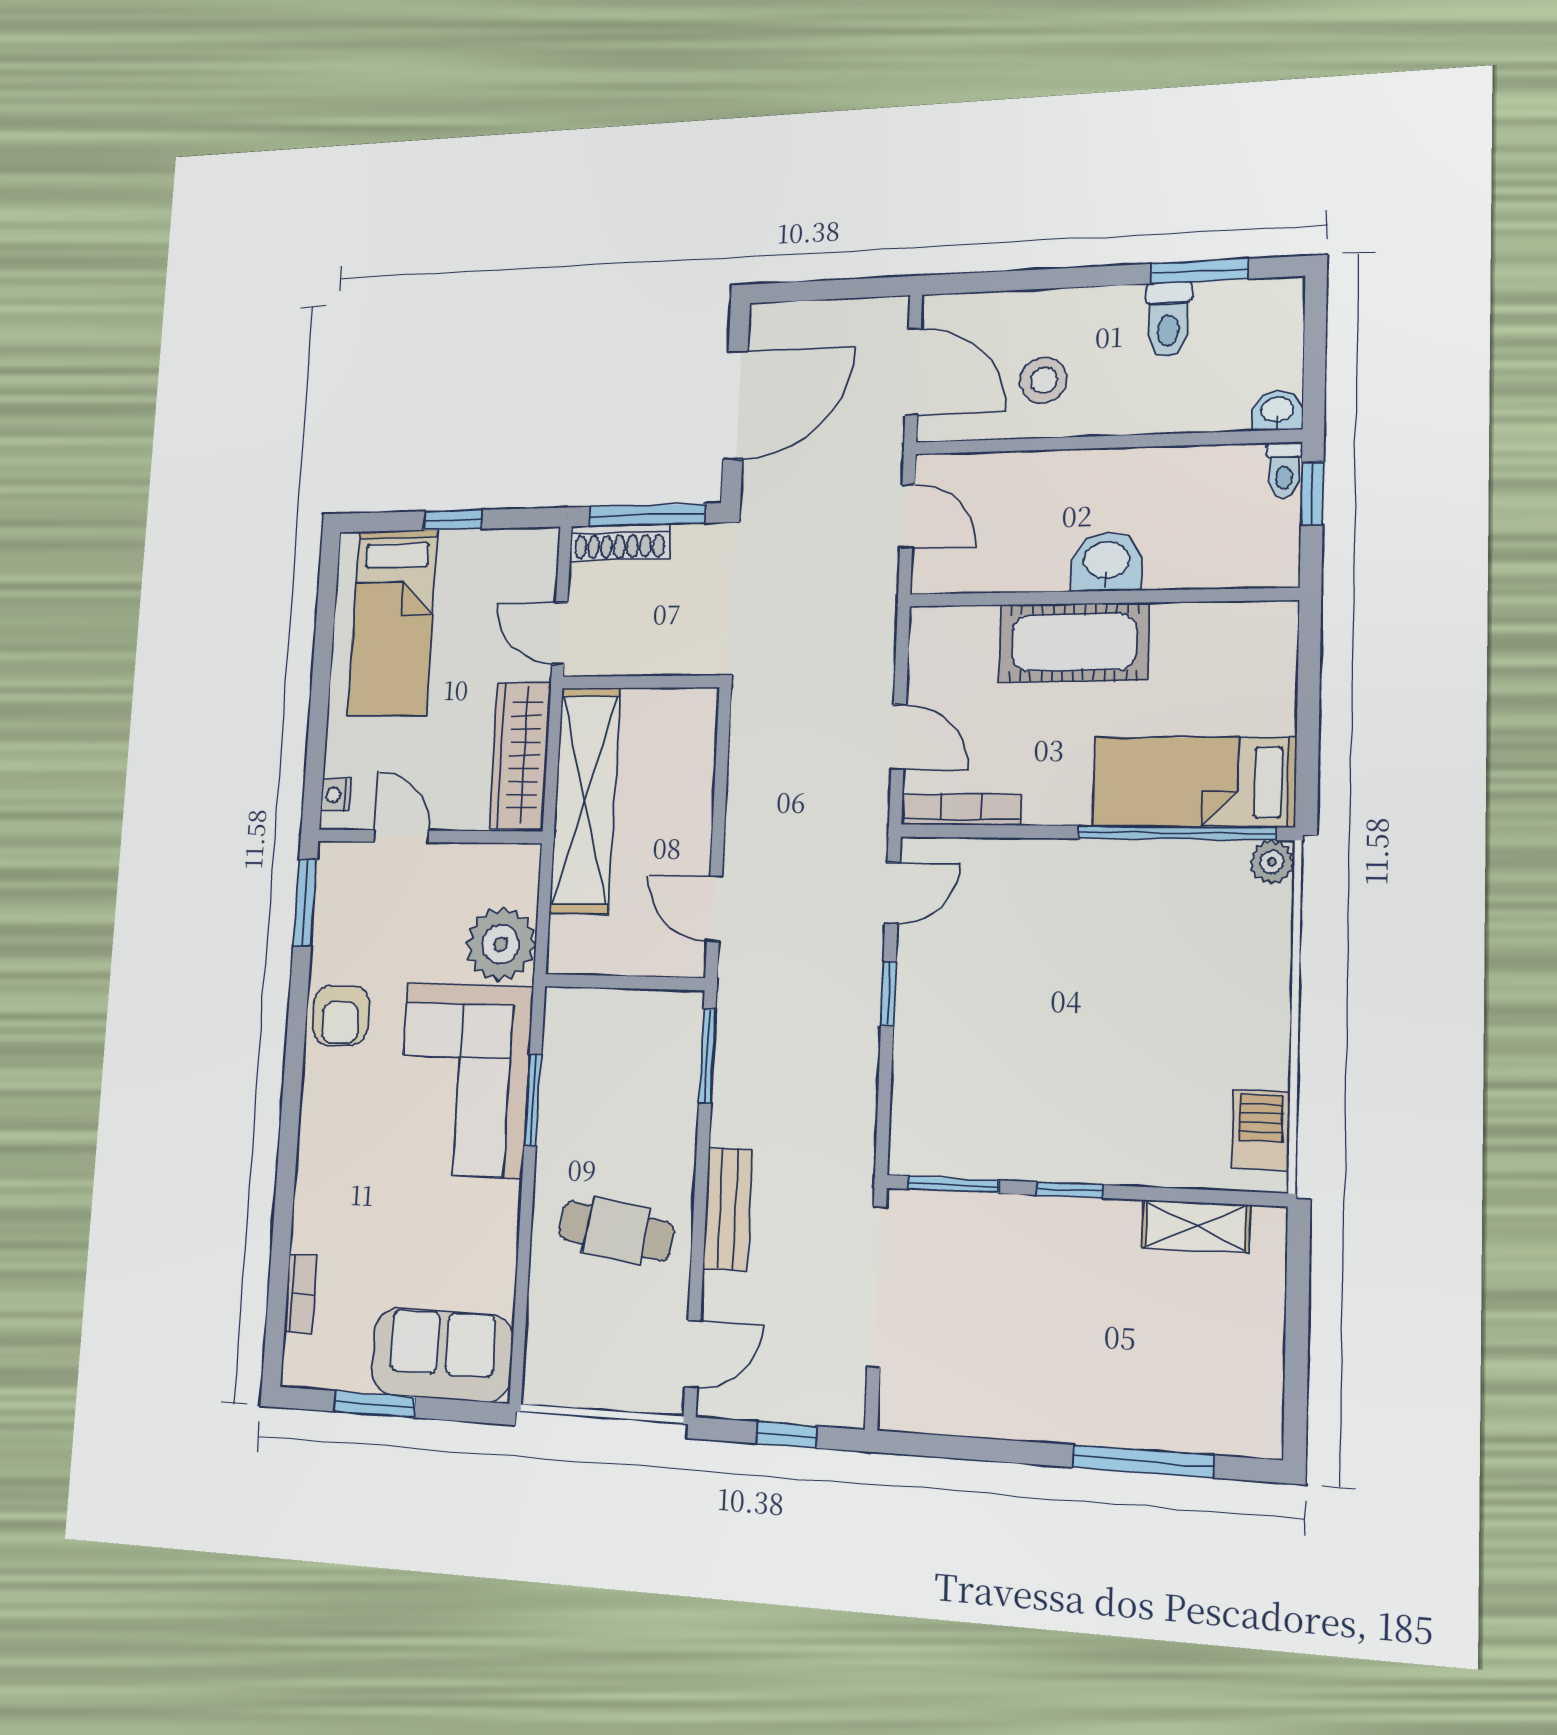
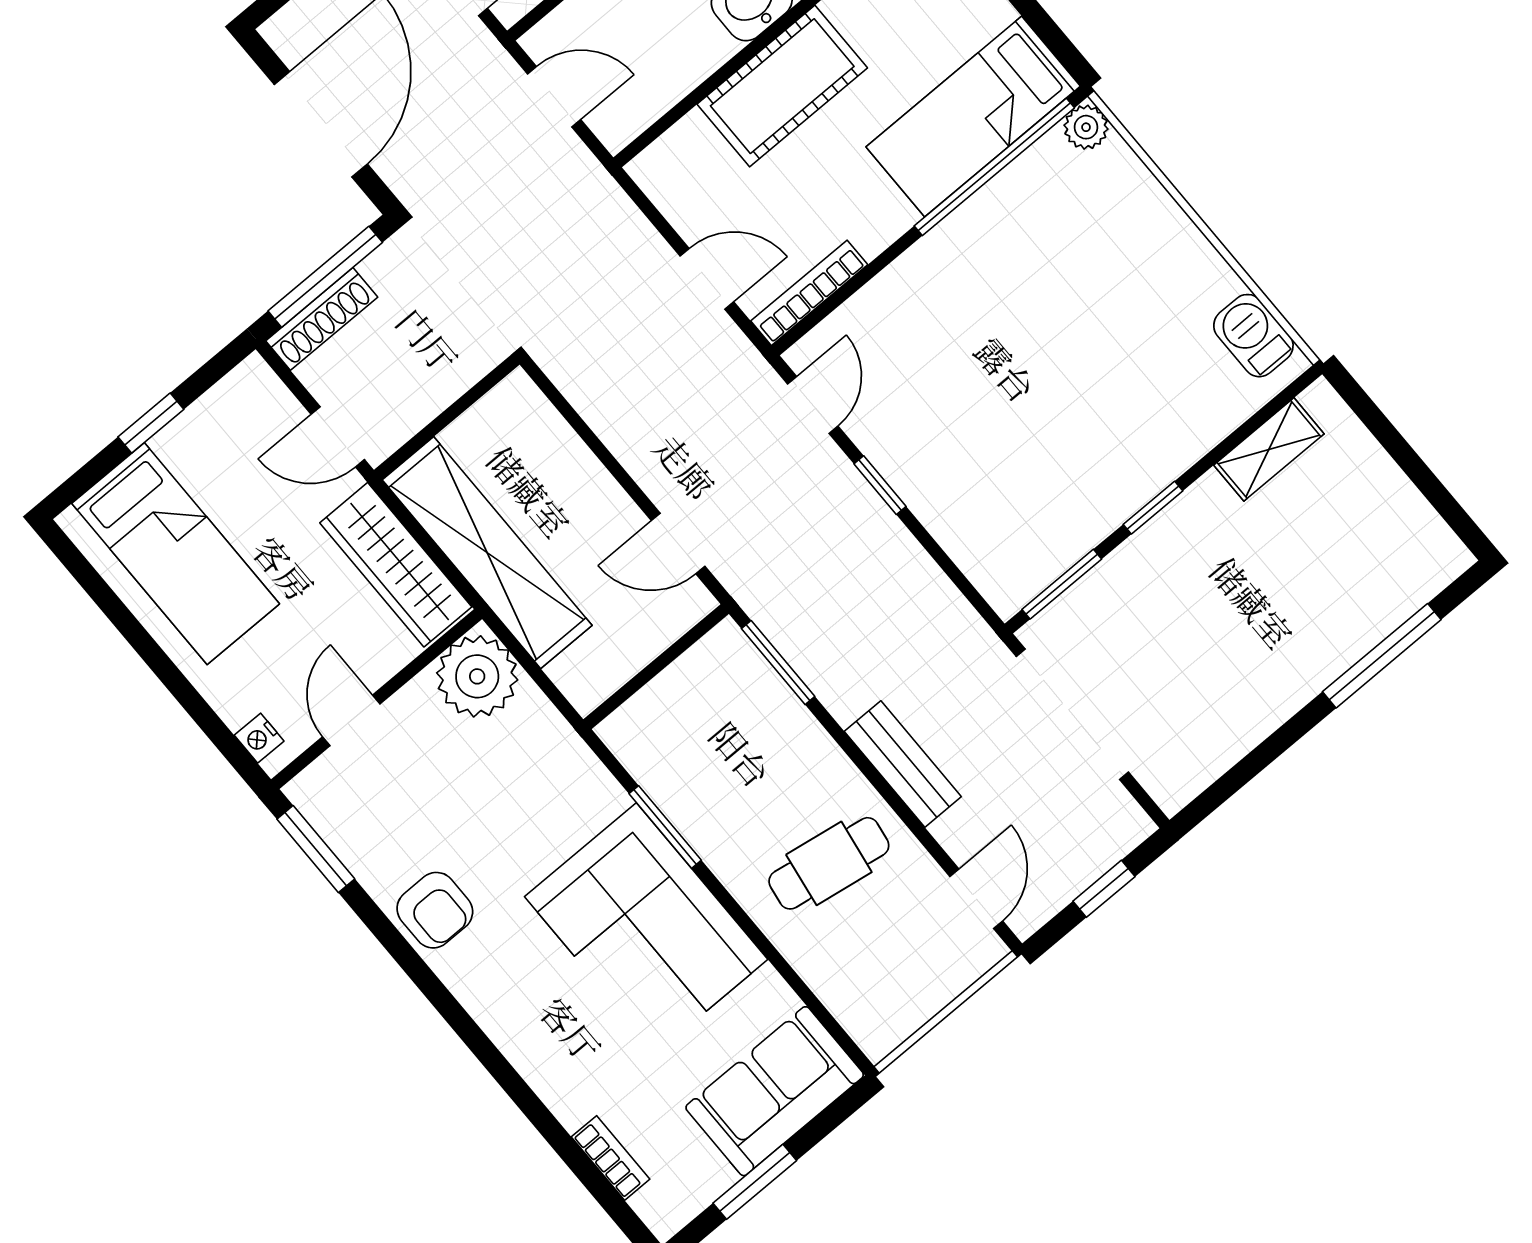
door: (401, 836) -> (351, 720), hinge flipped
plant: (501, 944) -> (477, 676), moved
corner sofa: (465, 1080) -> (646, 928), moved

